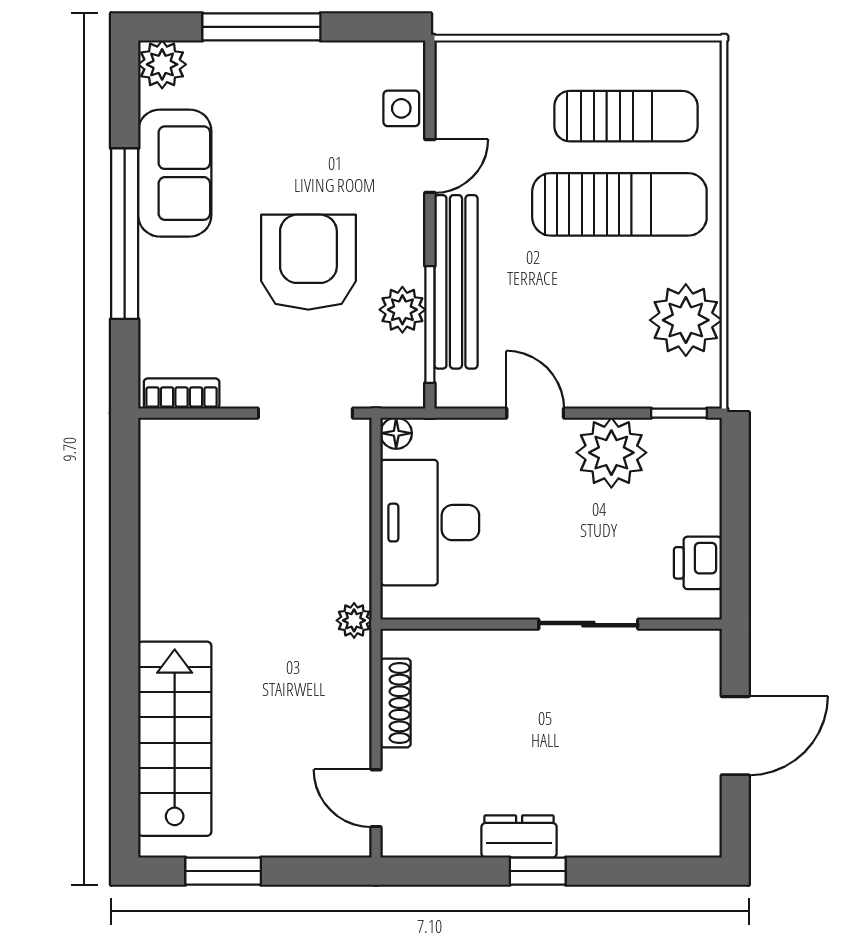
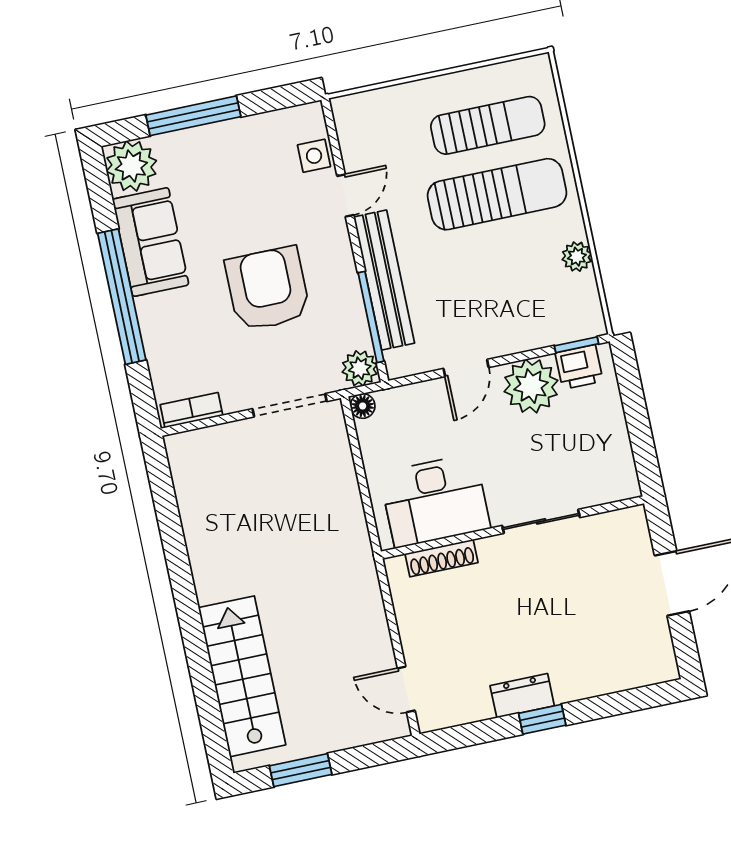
plant: (162, 64) -> (131, 166), width x1.36, depth x1.36
plant: (402, 310) -> (360, 368), moved
plant: (686, 320) -> (577, 257), width x0.53, depth x0.53
door: (535, 413) -> (466, 368), swing flipped
desk: (430, 523) -> (435, 501), moved, turned -90
printer: (698, 563) -> (579, 367), moved, turned -90
plant: (354, 620) -> (361, 556), removed
shoe rack: (396, 703) -> (441, 558), moved, turned 90

